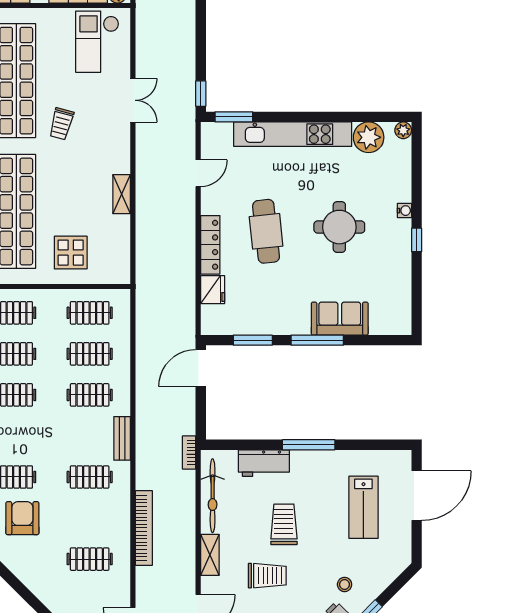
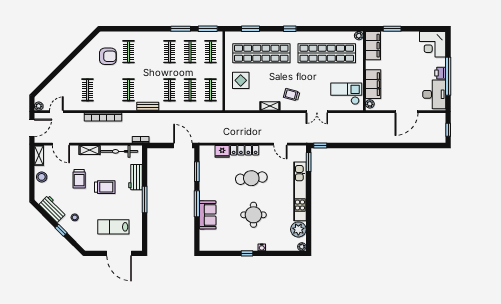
trolley: (61, 124) -> (292, 95), moved

